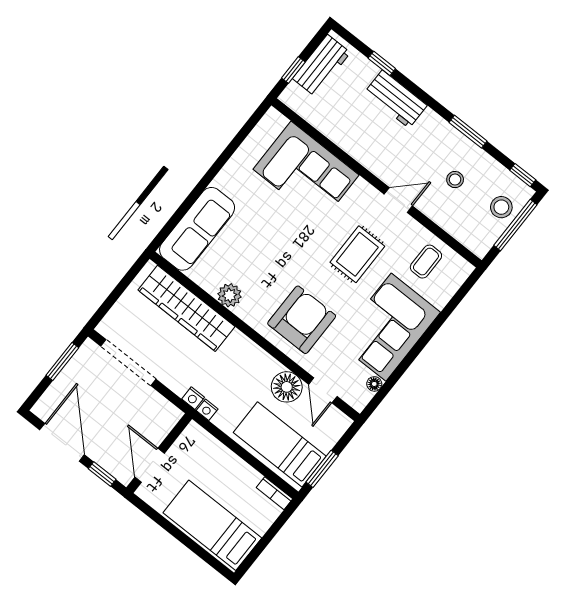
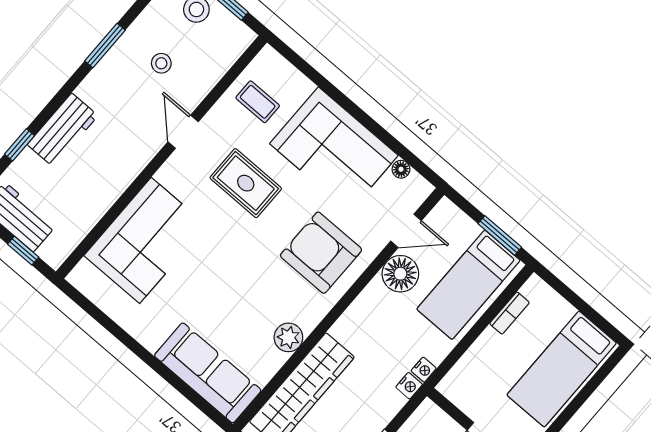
bookcase: (274, 493) -> (509, 313), moved

